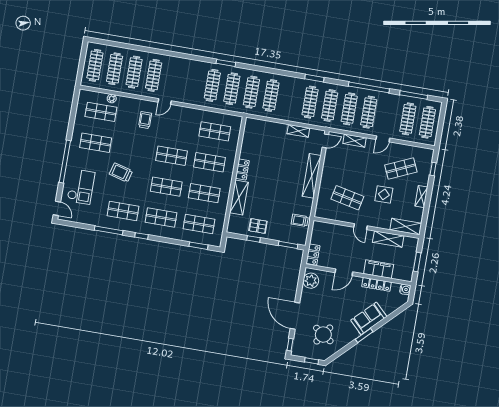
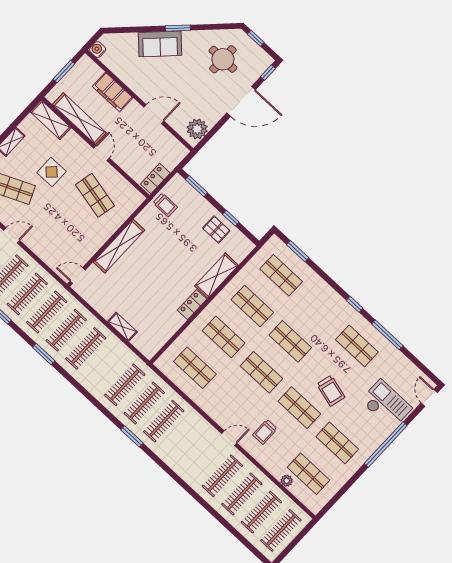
clothes rail: (271, 95) -> (86, 348), moved
shelving: (298, 131) -> (122, 327), moved
shelving: (355, 141) -> (45, 254), removed
checkout: (81, 187) -> (386, 404), turned 90
shop shelf: (161, 218) -> (299, 408), moved
shelving: (388, 239) -> (79, 119), width x1.47
locker: (313, 255) -> (155, 179), moved
locker: (377, 284) -> (126, 76), removed
door: (295, 316) -> (241, 101), hinge flipped
round table: (323, 335) -> (223, 59), turned -34

